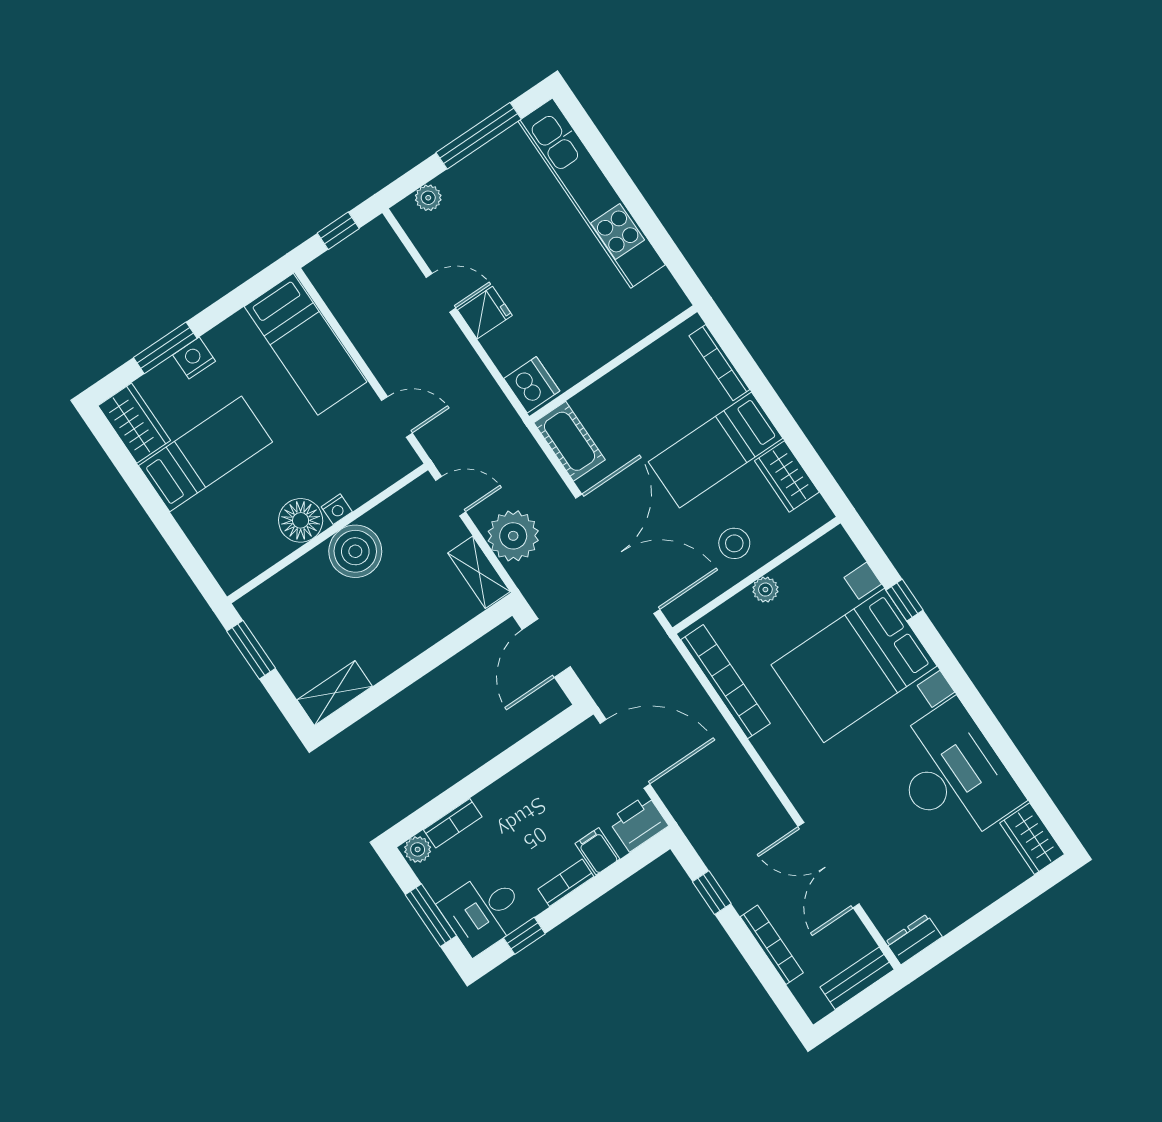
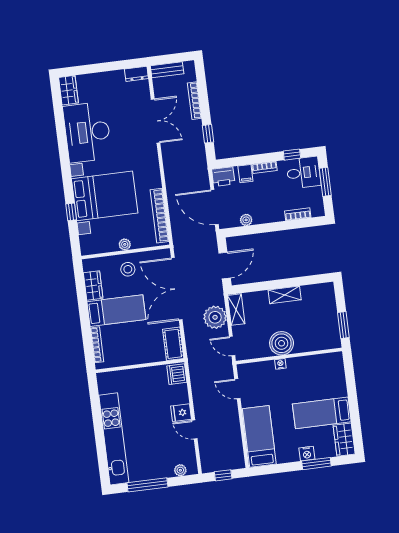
floor lamp: (301, 520) -> (297, 367), removed
shelving: (335, 693) -> (285, 295), moved
plant: (418, 849) -> (246, 220), moved

